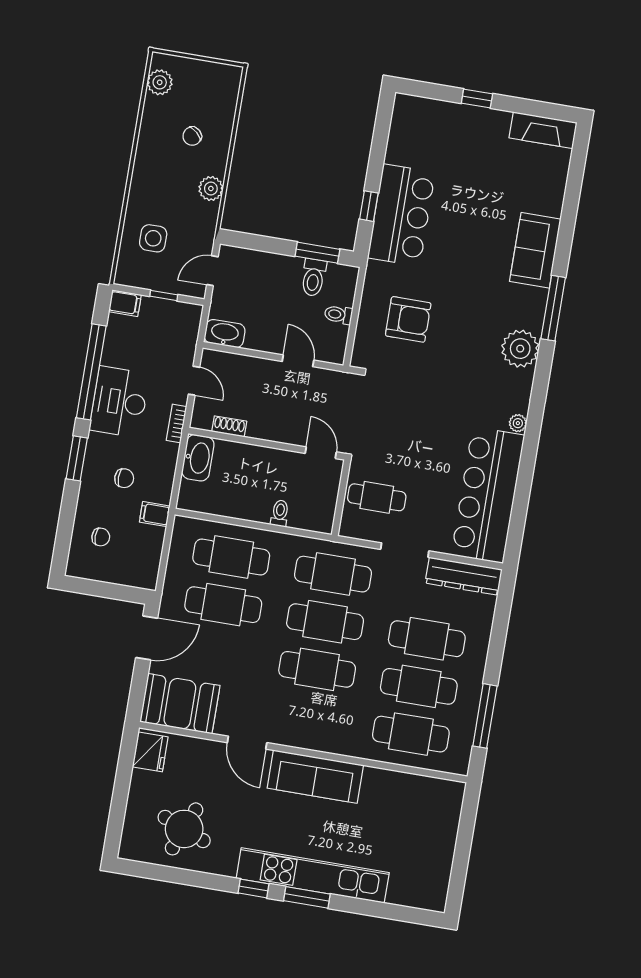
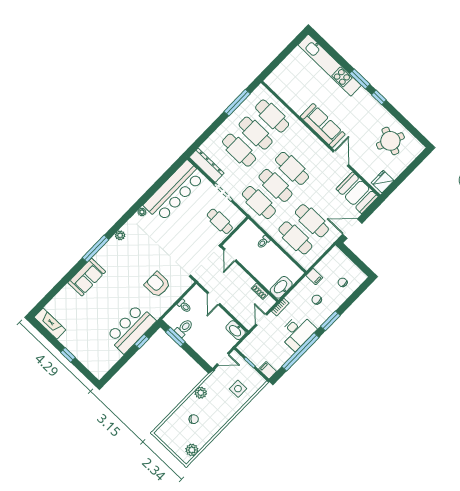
plant: (520, 349) -> (120, 235), width x0.53, depth x0.53
kitchen unit: (313, 875) -> (330, 65), moved

